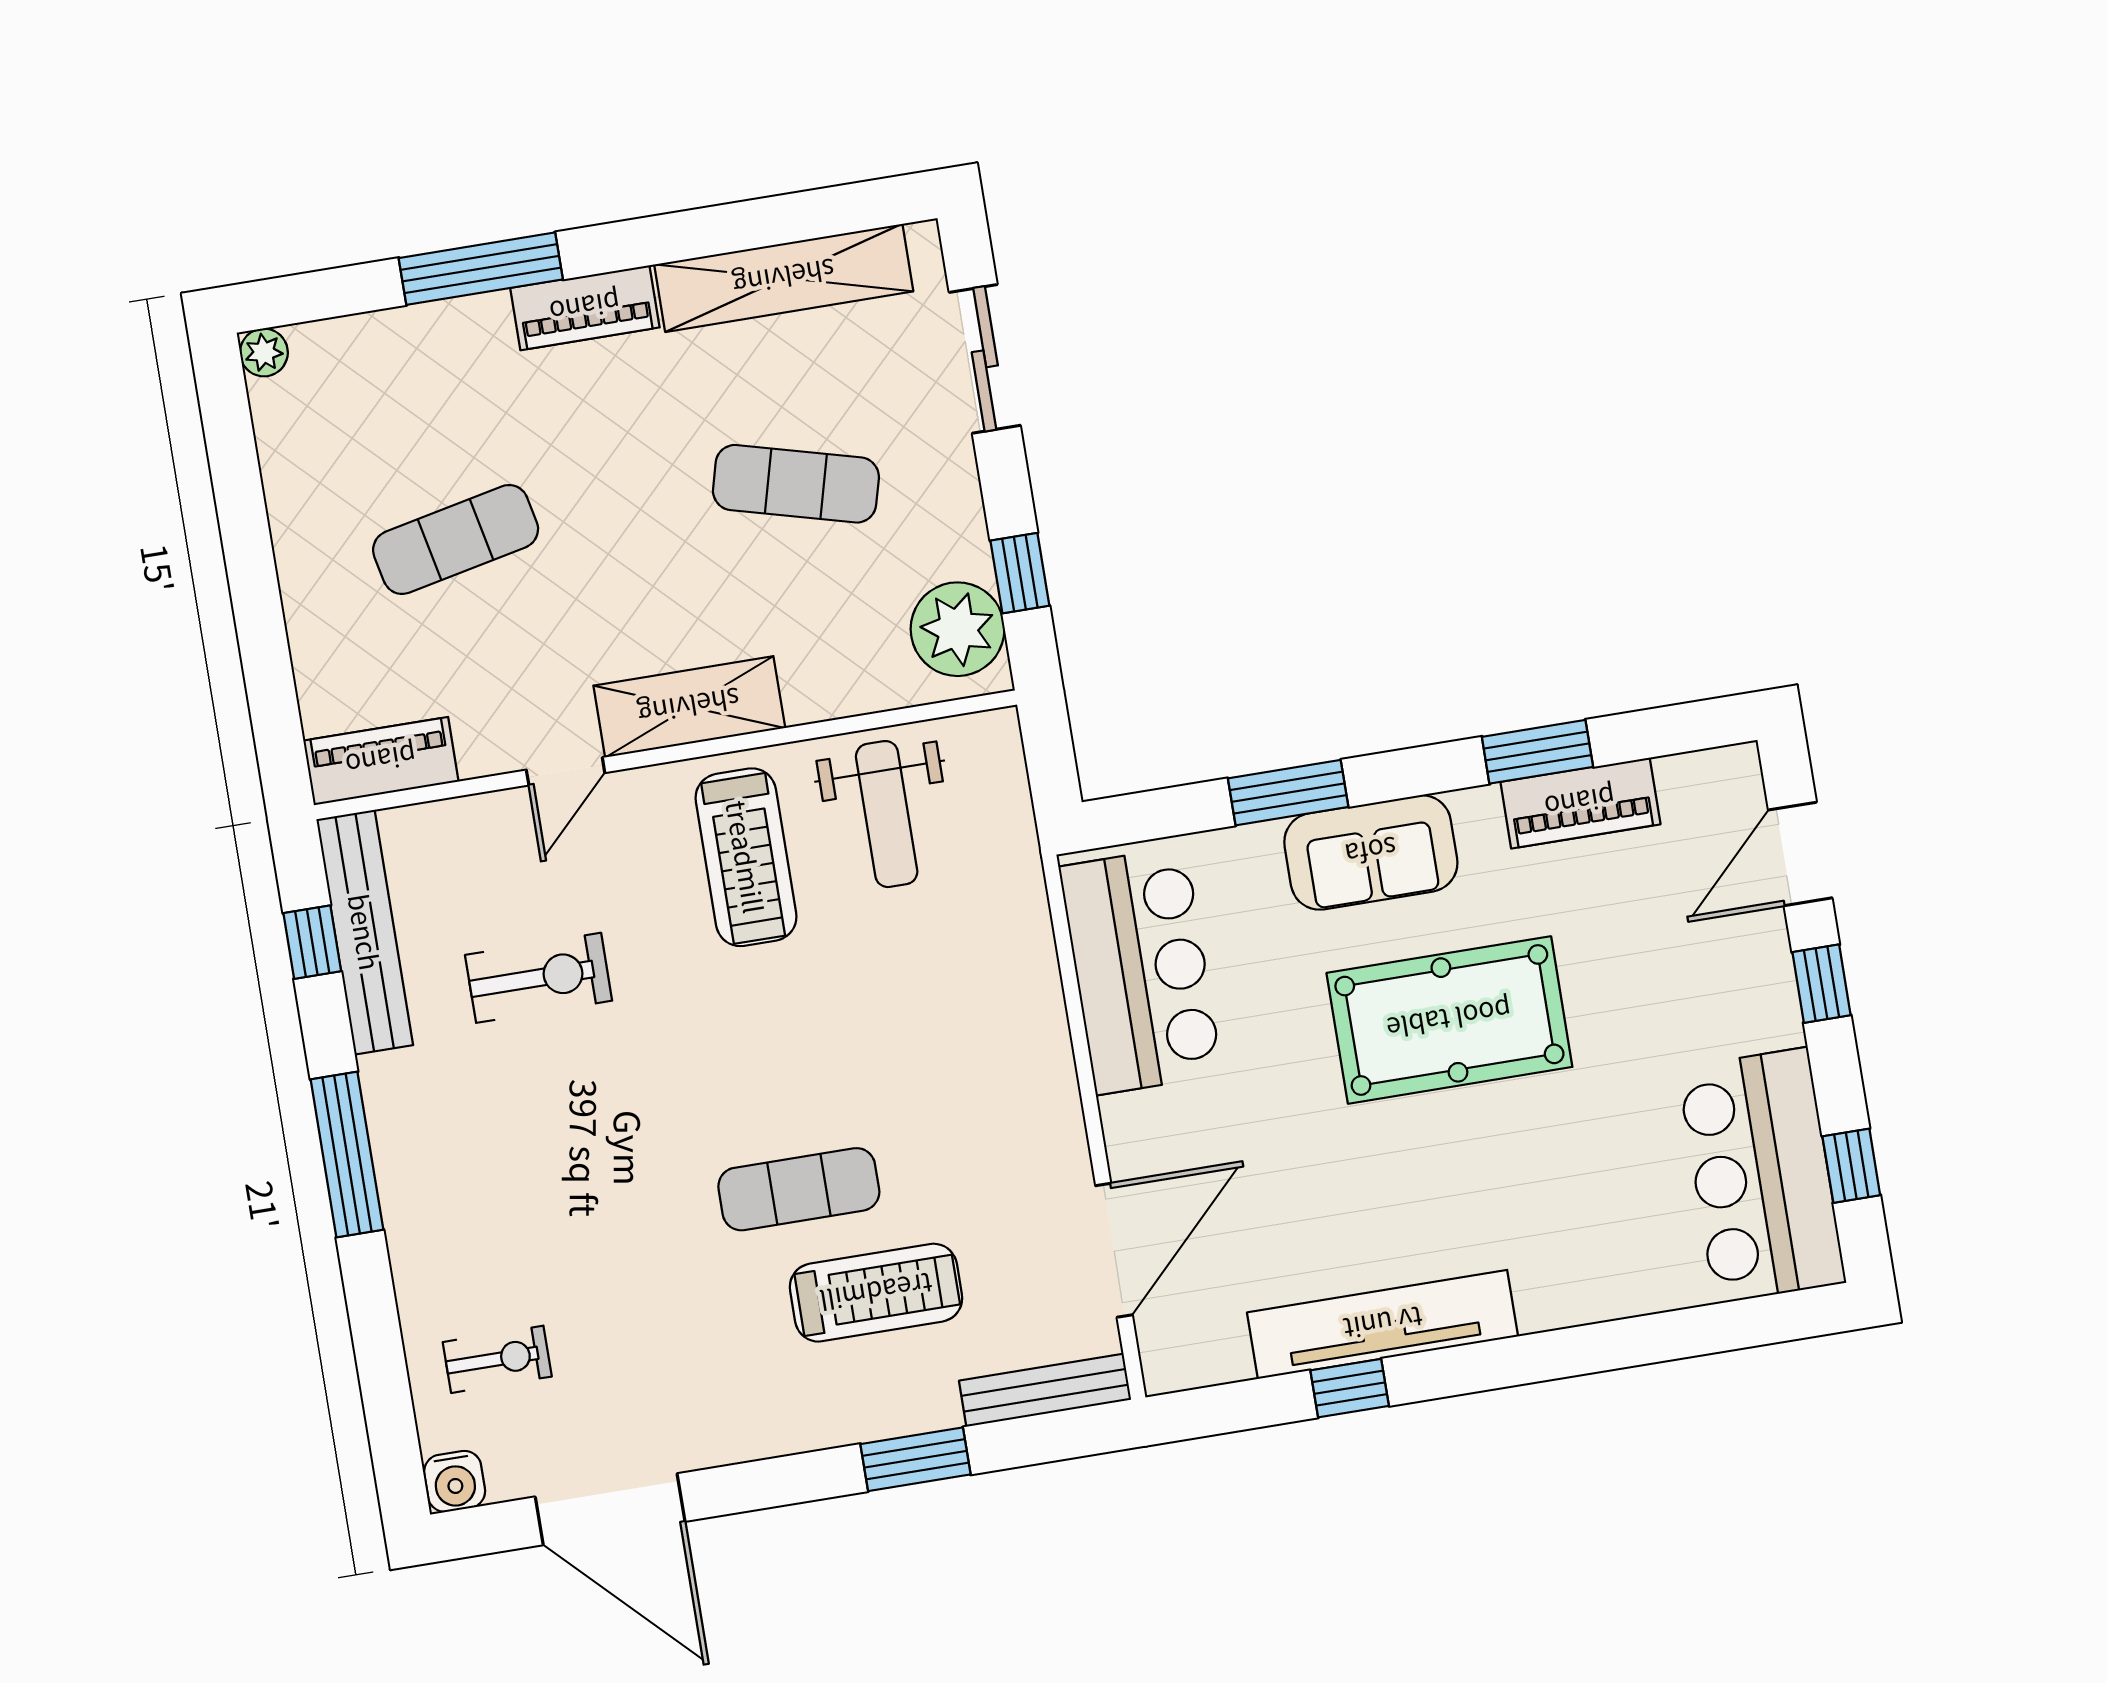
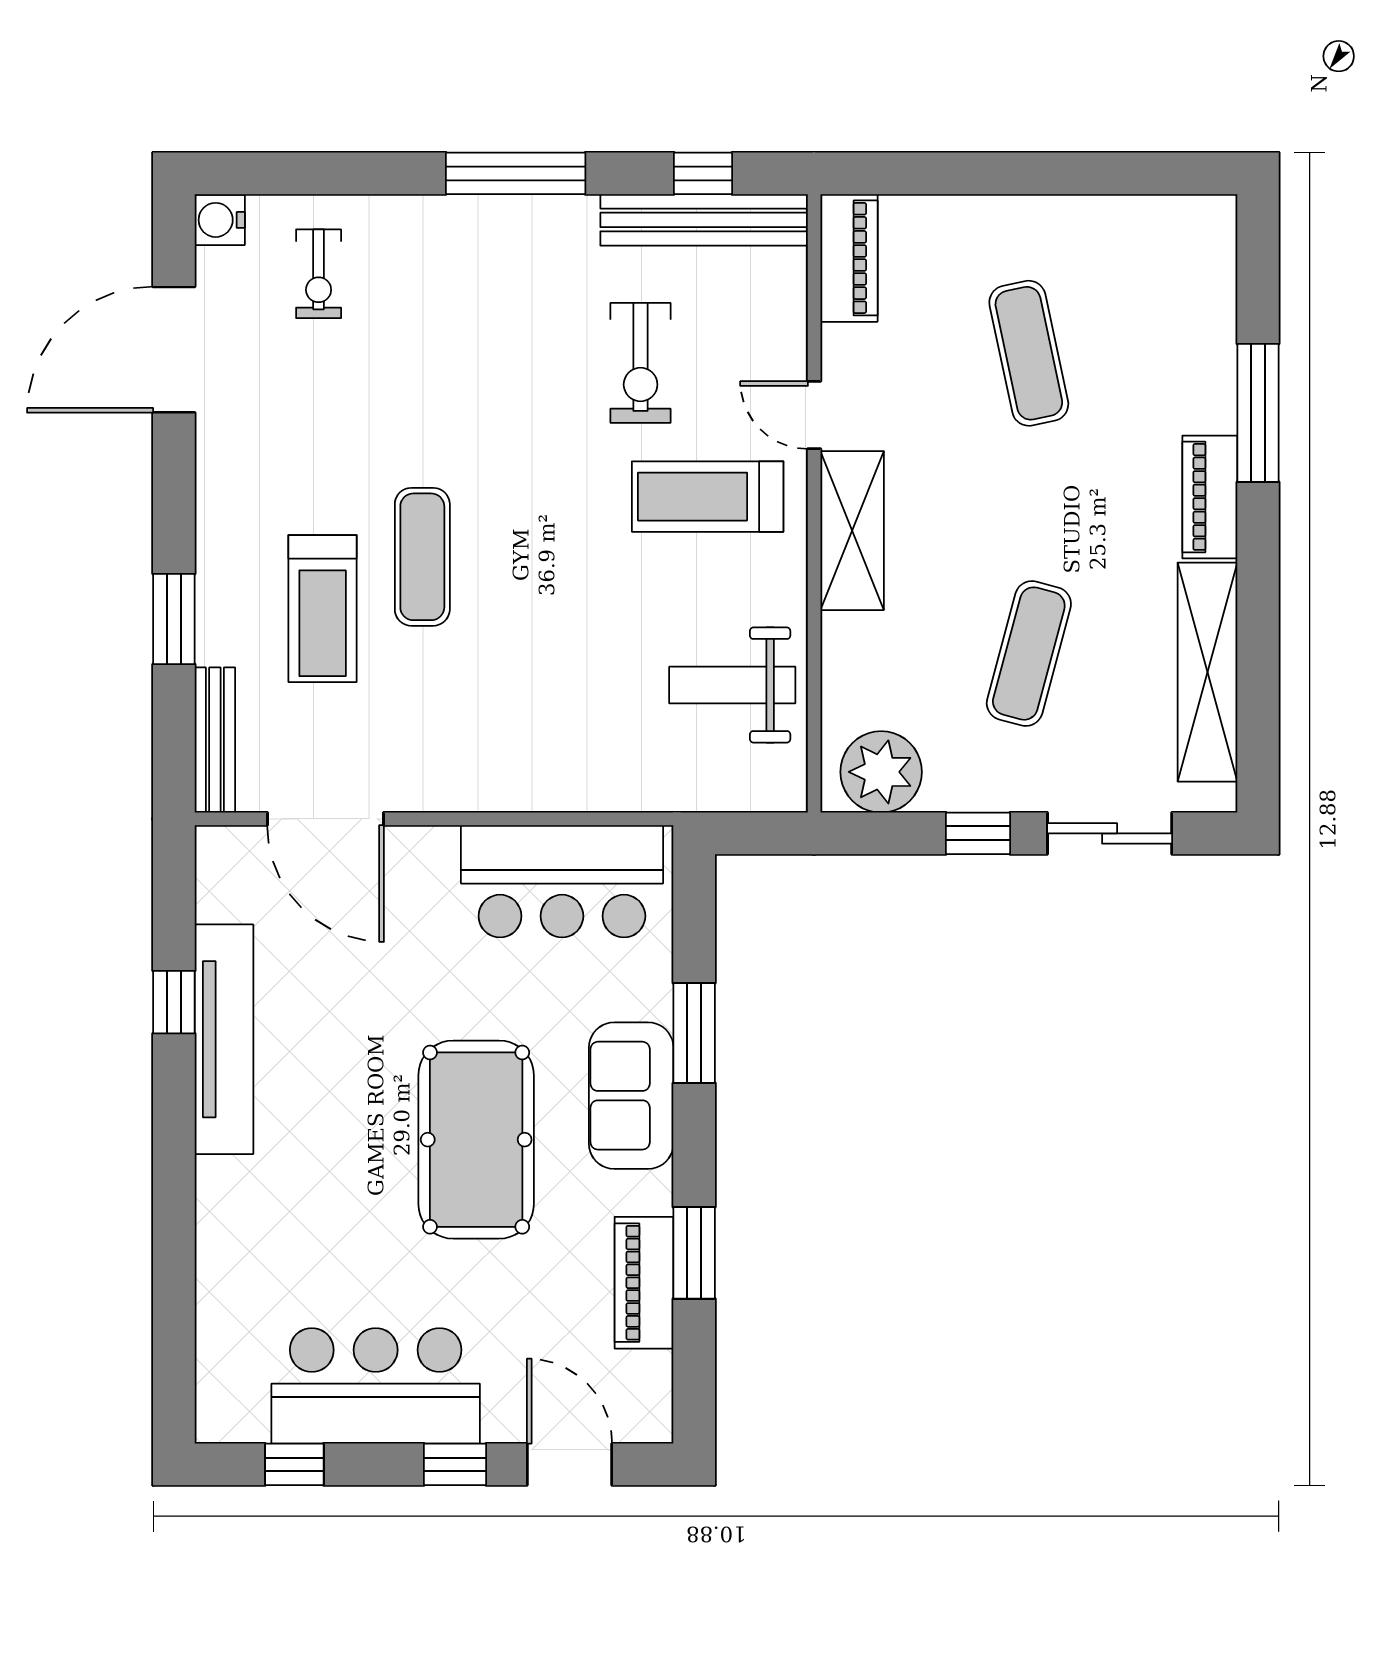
plant: (264, 352) -> (1216, 215), removed
window: (1020, 573) -> (978, 833), moved
treadmill: (746, 857) -> (708, 497), moved
bar counter: (1761, 1175) -> (376, 1386), moved

